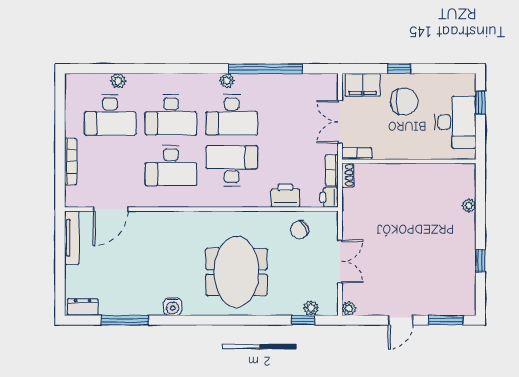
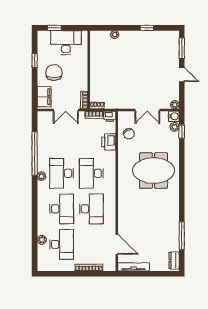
window: (399, 69) -> (35, 61), moved
desk: (232, 115) -> (62, 173), turned 180
double door: (340, 261) -> (147, 110), swing flipped
water cooler: (173, 307) -> (174, 116), moved

